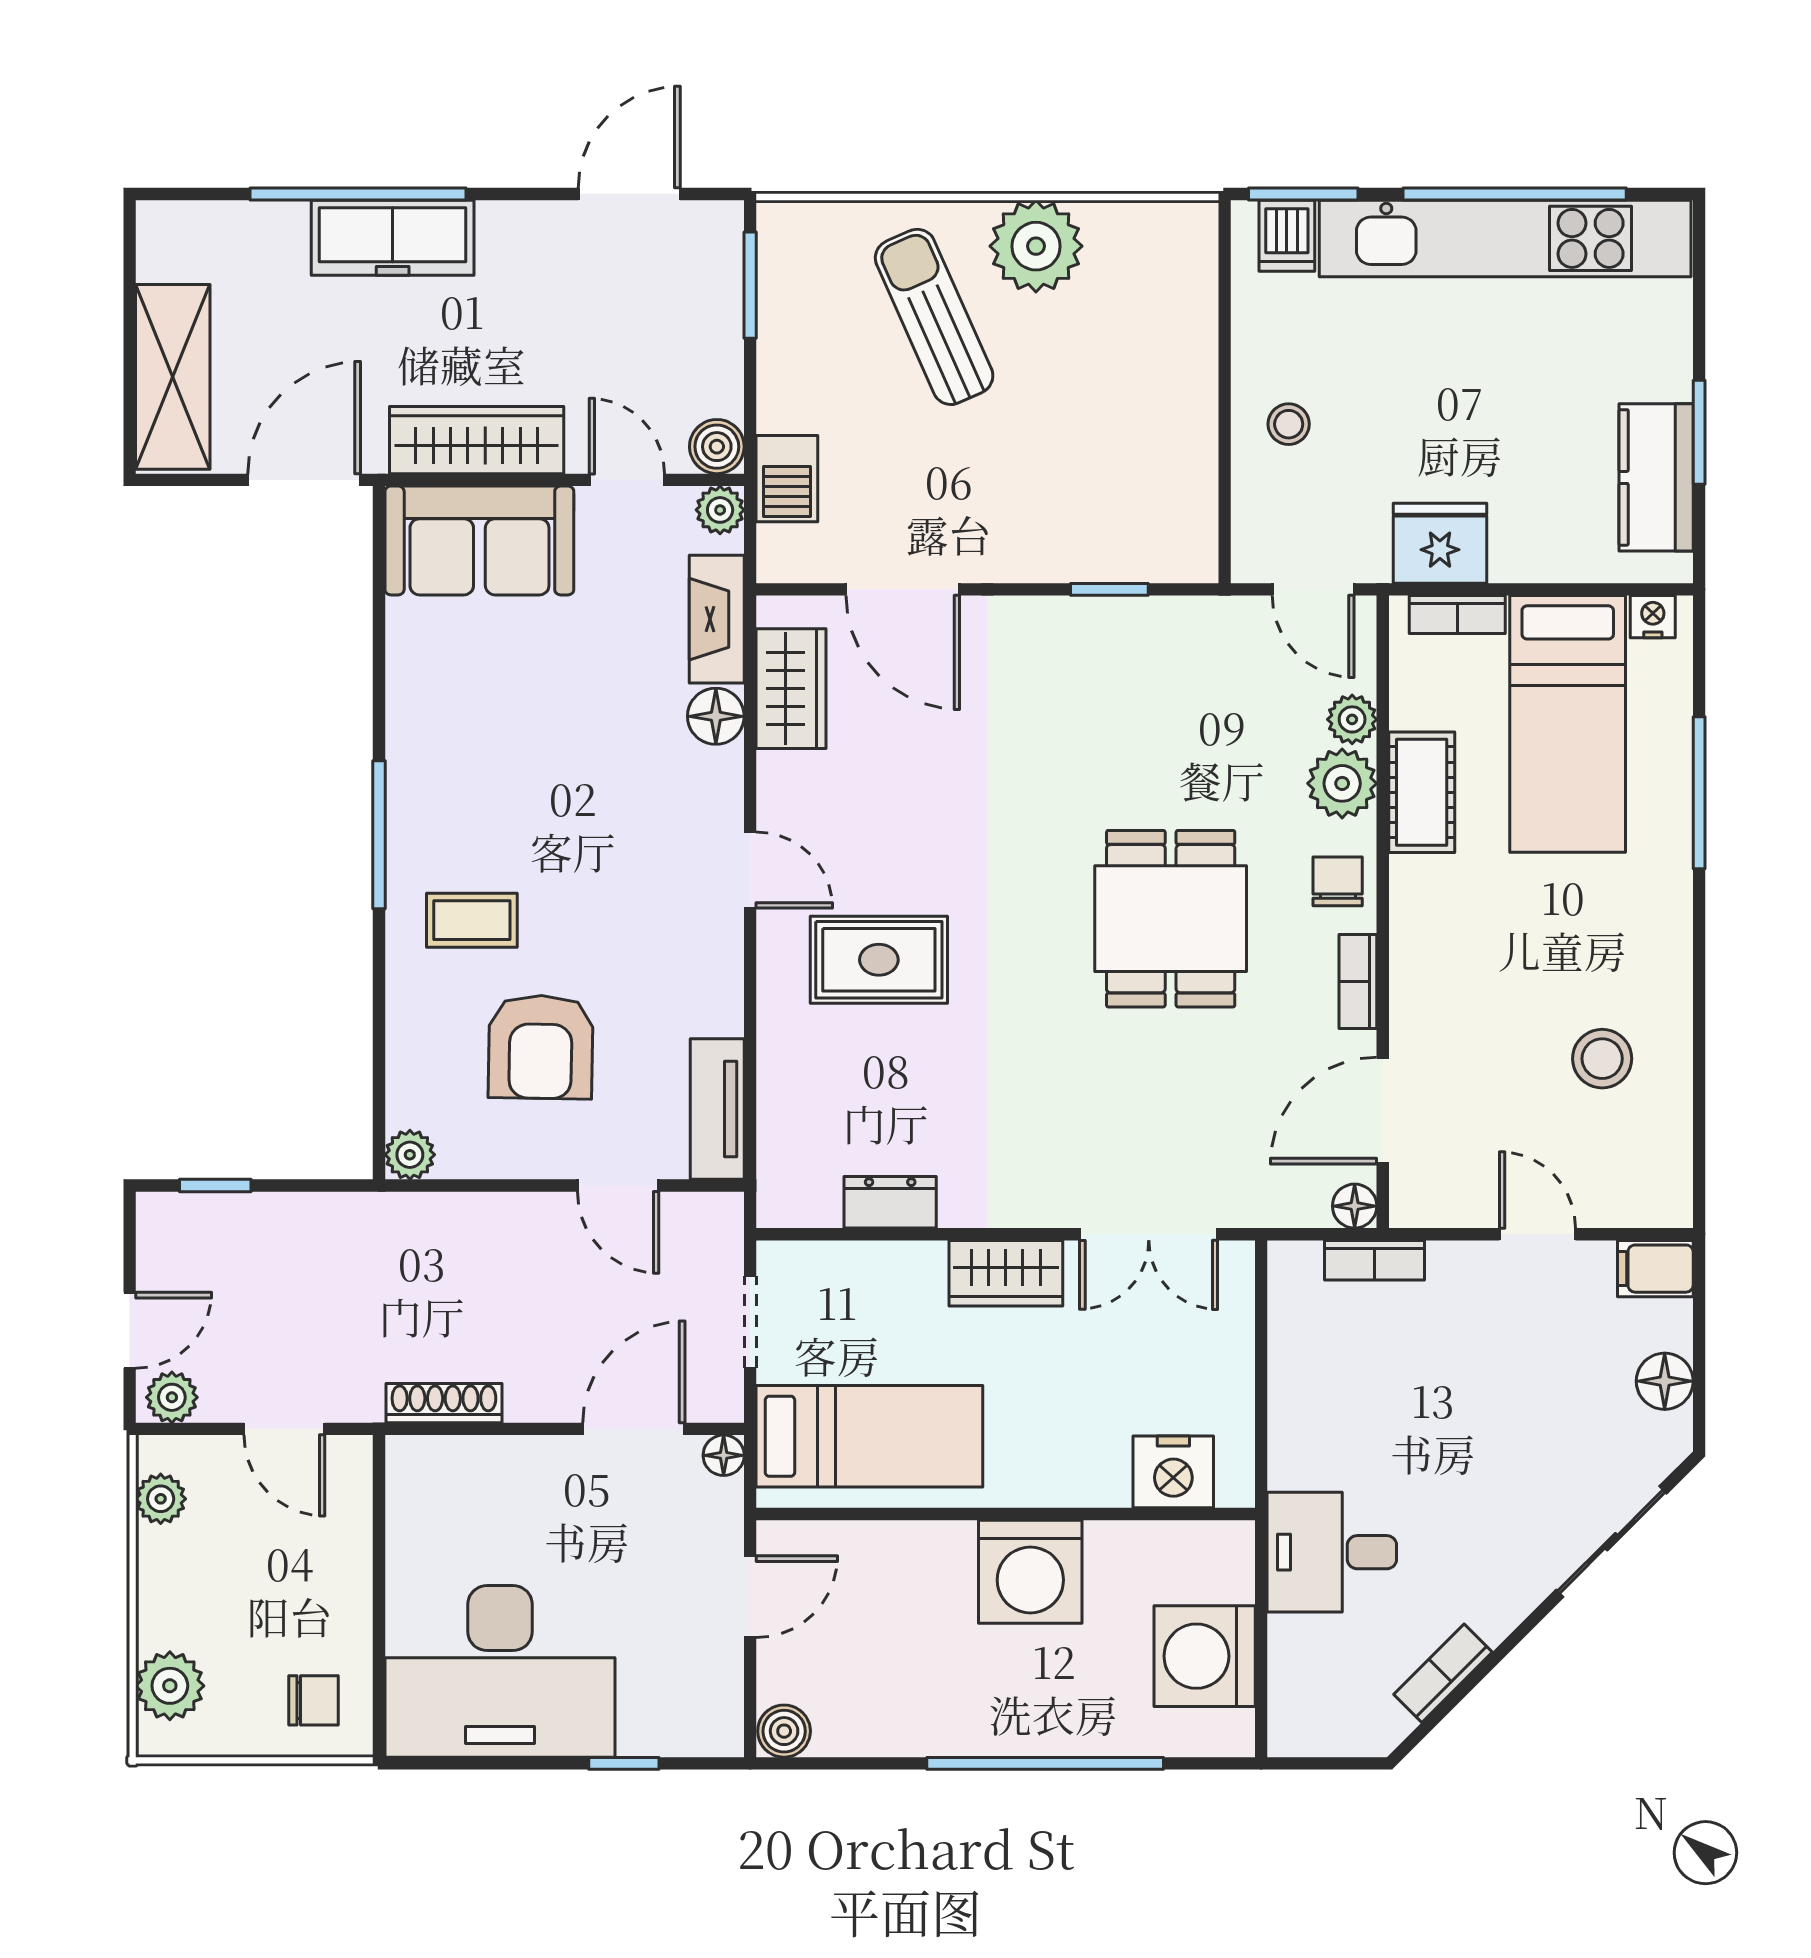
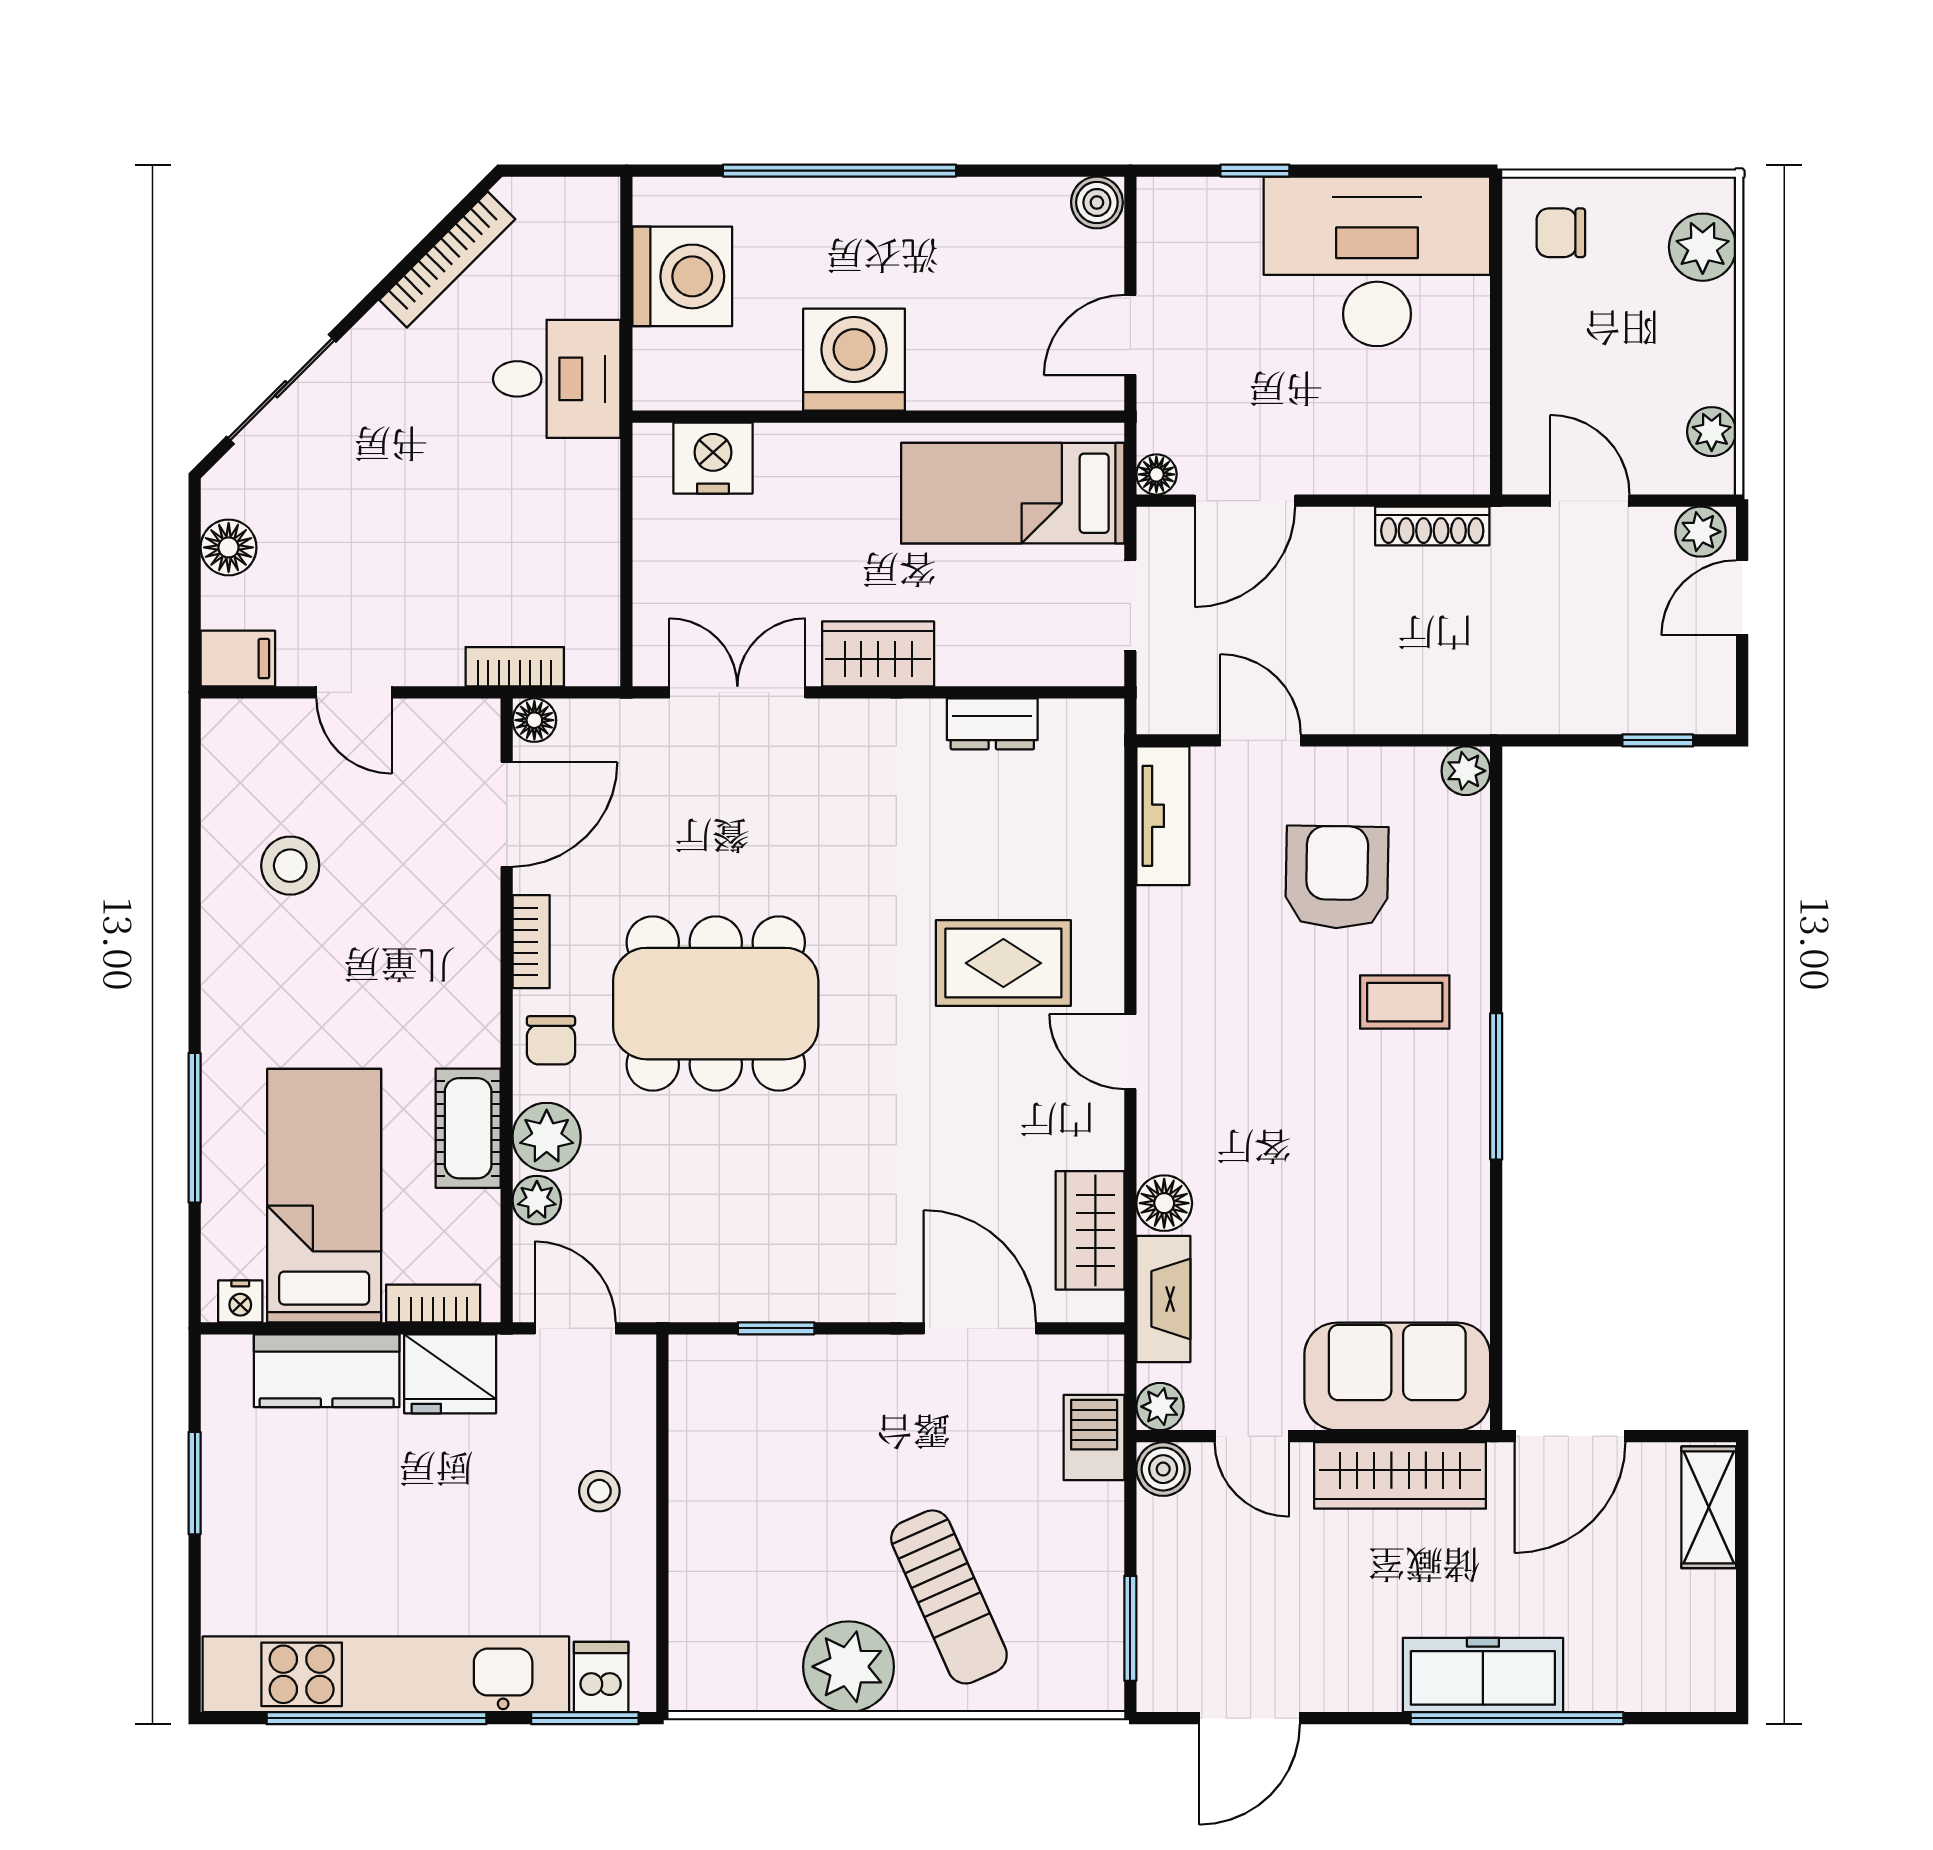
shelving: (173, 377) -> (1709, 1507), width x0.67, depth x0.75
kitchen counter: (1656, 477) -> (327, 1371), moved, turned 90
dining table: (1171, 919) -> (716, 1004), width x1.37
bookcase: (1443, 1673) -> (447, 260), width x1.56

